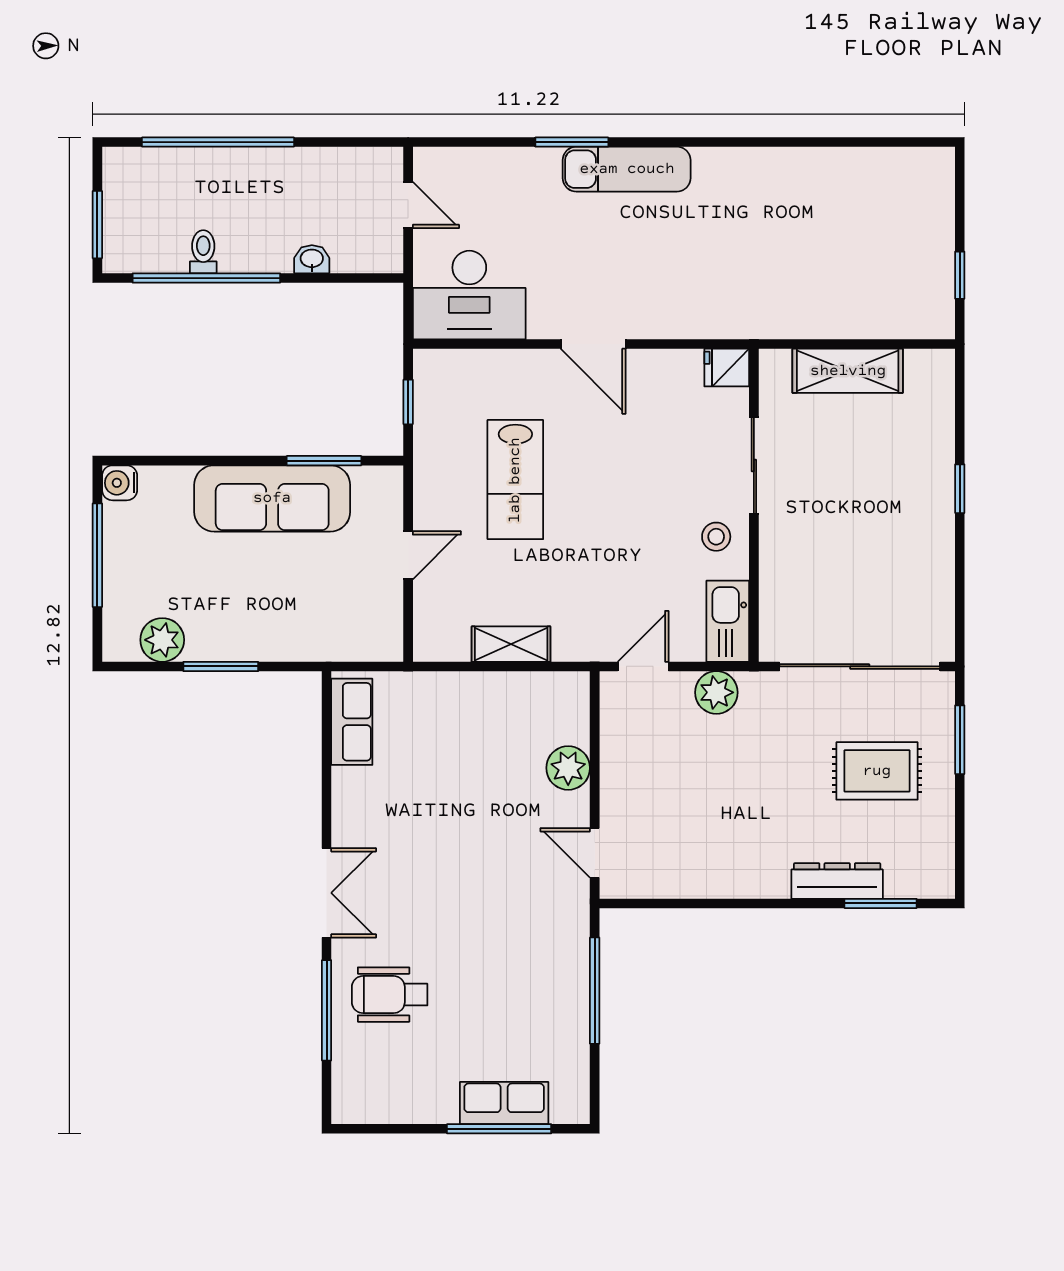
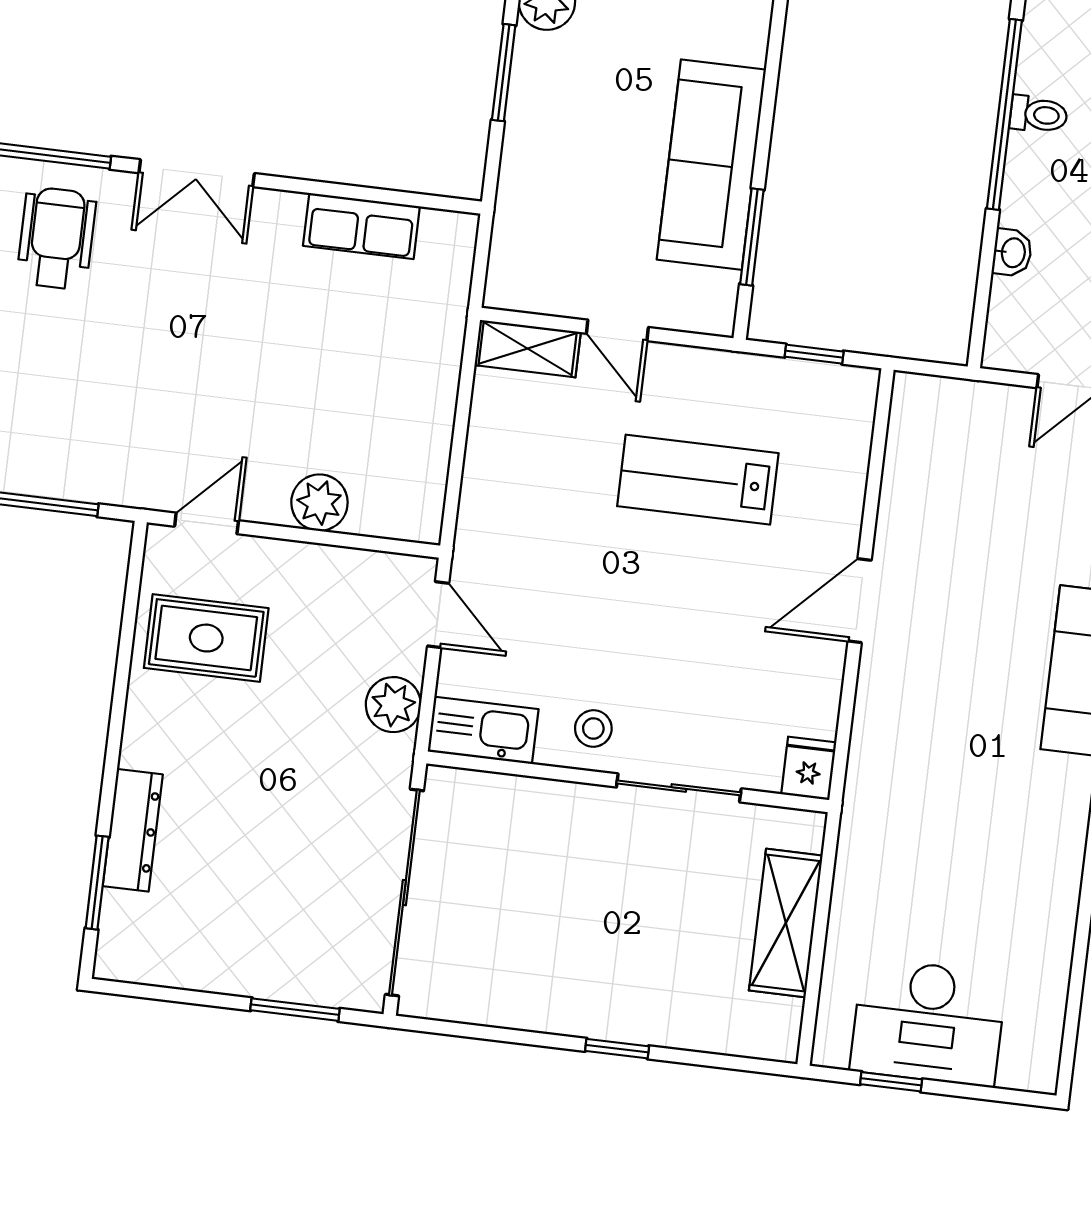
desk: (469, 295) -> (928, 1022), moved, turned -90
shelving: (511, 644) -> (528, 349), moved, turned 90
row of seats: (352, 722) -> (361, 226), moved
rug: (877, 771) -> (206, 638), moved, turned 90

